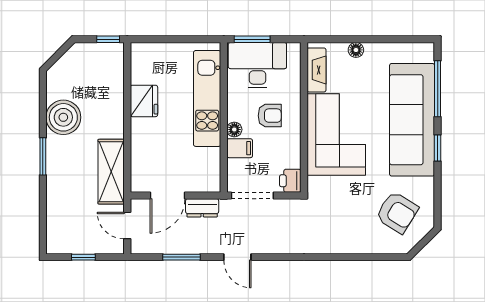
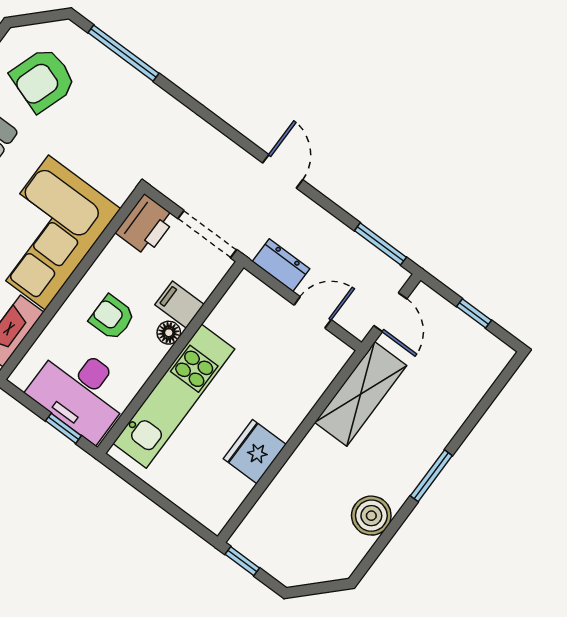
window: (252, 39) -> (63, 428), width x0.67
boiler: (63, 117) -> (371, 516), width x0.73, depth x0.73
printer: (290, 181) -> (146, 225), width x1.36, depth x1.24
door: (167, 195) -> (313, 312), width x0.73
armchair: (397, 212) -> (43, 80), turned -103
window: (181, 257) -> (380, 244), moved
window: (366, 257) -> (123, 53), added

